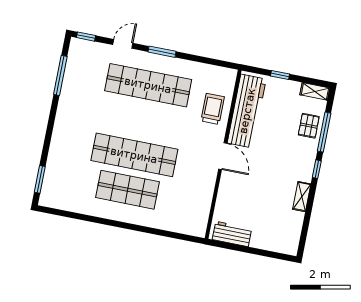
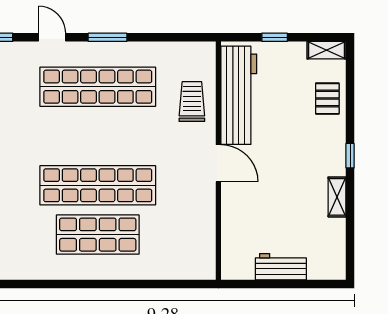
door: (123, 44) -> (52, 37), hinge flipped
window: (324, 132) -> (350, 103), removed
workbench: (232, 234) -> (281, 267), moved

